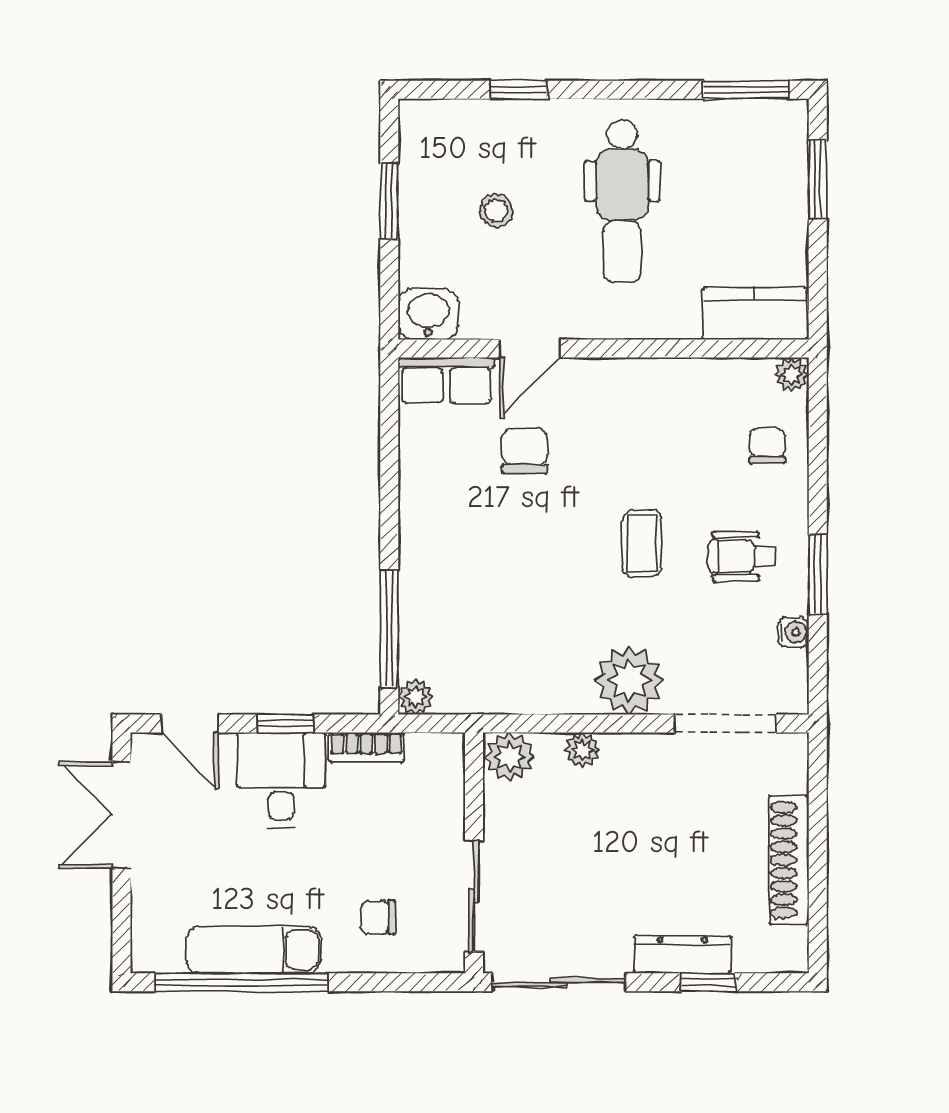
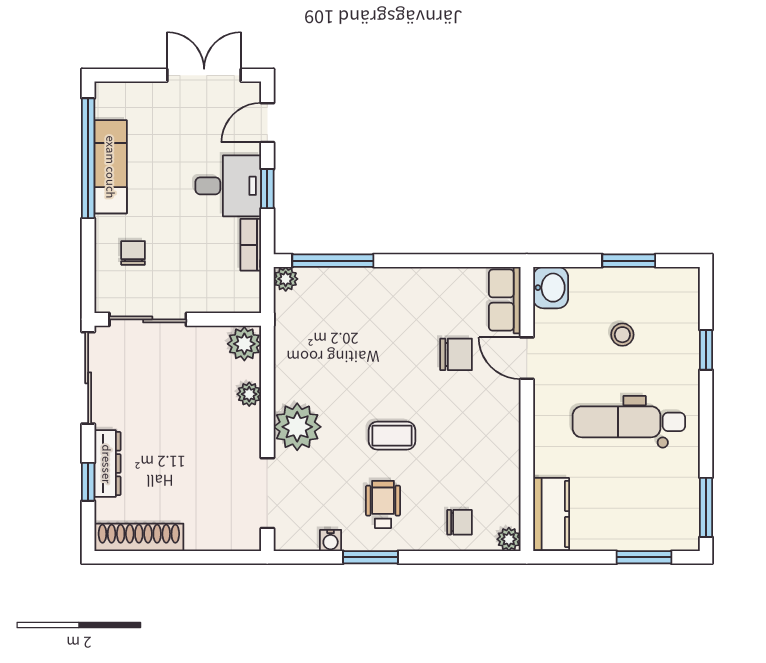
shoe rack: (789, 860) -> (139, 537), moved

